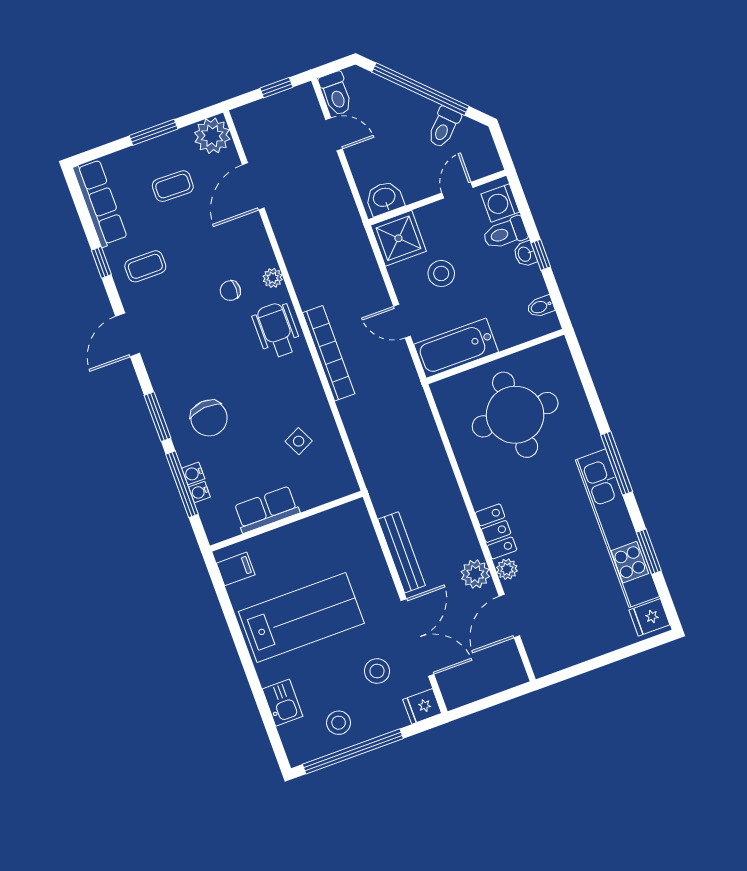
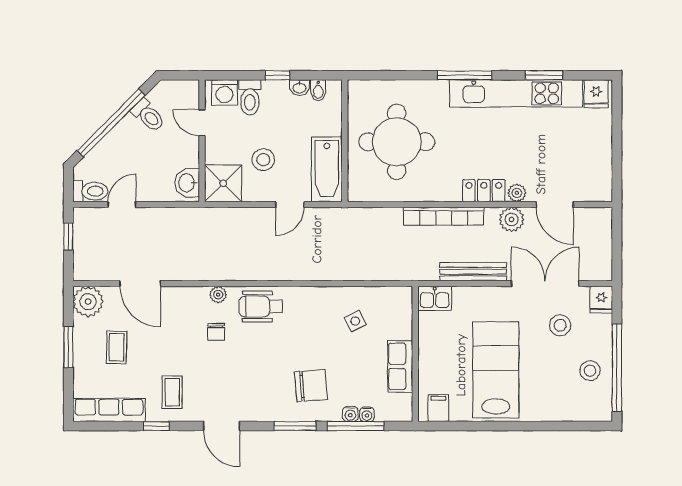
washbasin: (525, 254) -> (299, 88), moved
bookcase: (329, 353) -> (444, 216), moved, turned 180
kitchen sink: (283, 703) -> (435, 298), moved, turned 180

